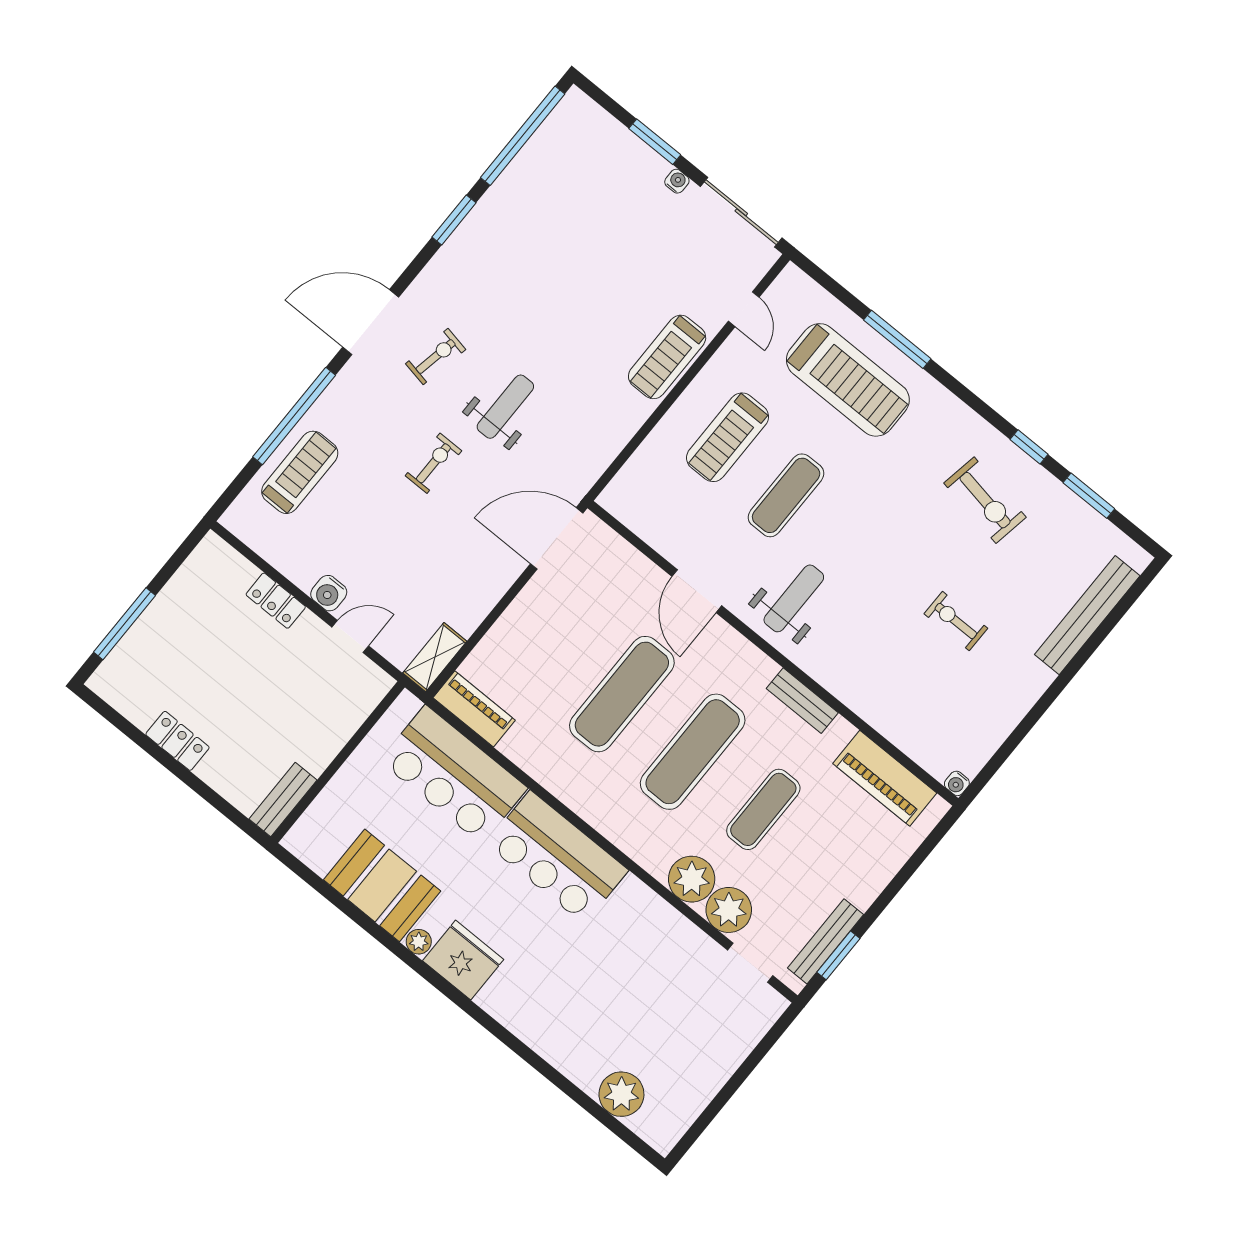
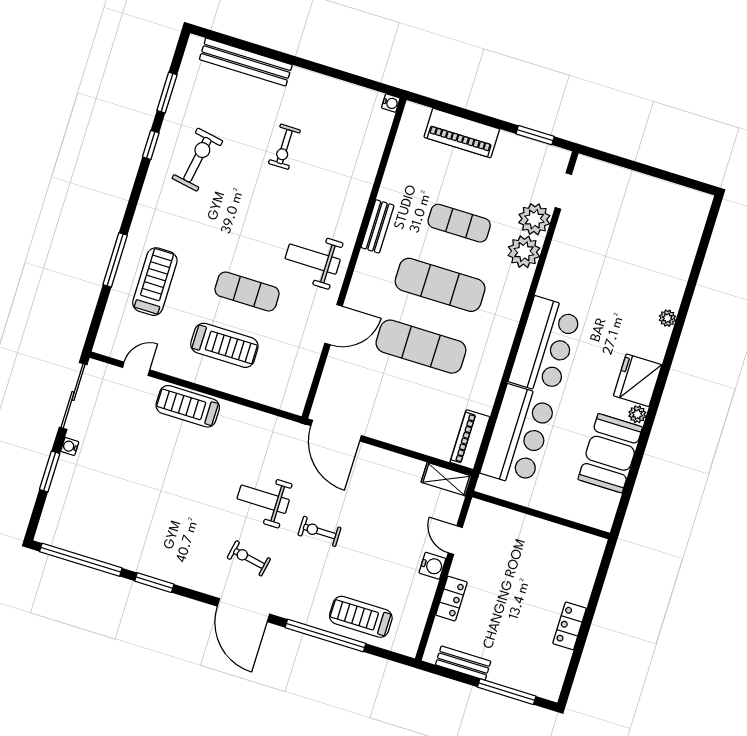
treadmill: (667, 357) -> (188, 406), turned 180
treadmill: (848, 380) -> (155, 282), width x0.73, depth x0.73
piano: (885, 778) -> (462, 133), moved, turned 90
bench: (283, 800) -> (463, 663), moved
bench: (825, 941) -> (529, 147), removed
plant: (621, 1094) -> (667, 318), moved, width x0.53, depth x0.53

